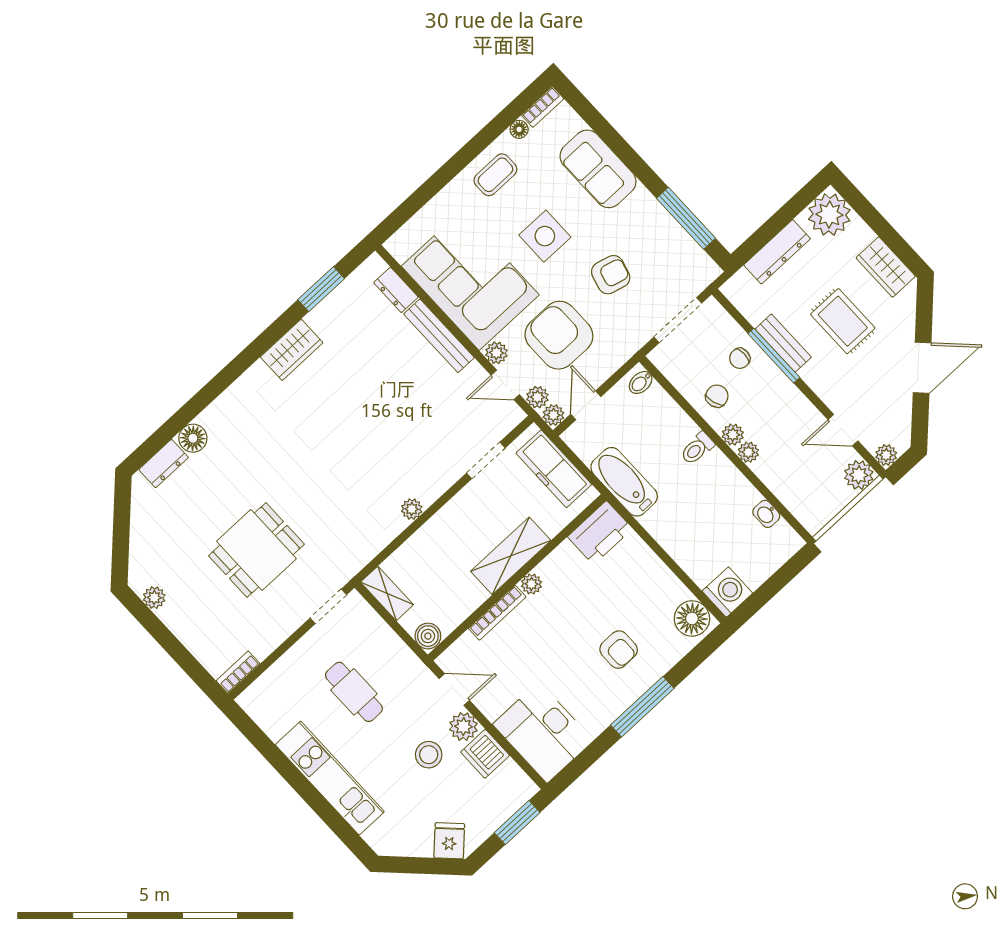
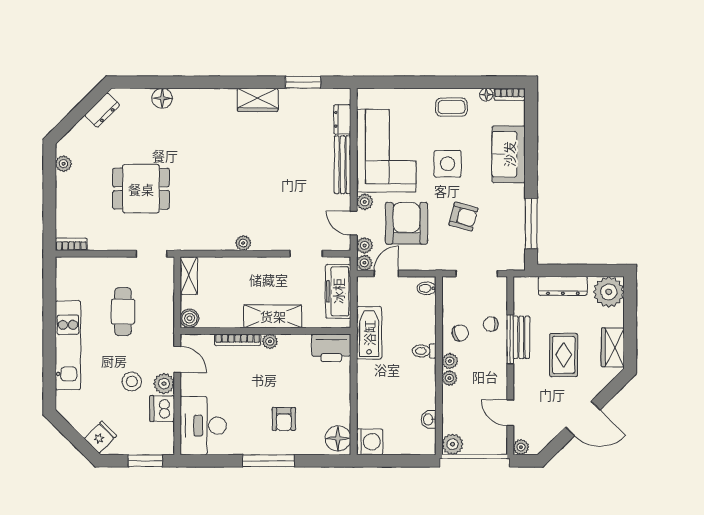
dresser: (164, 463) -> (102, 110), moved, turned -45
plant: (859, 475) -> (452, 444), moved

